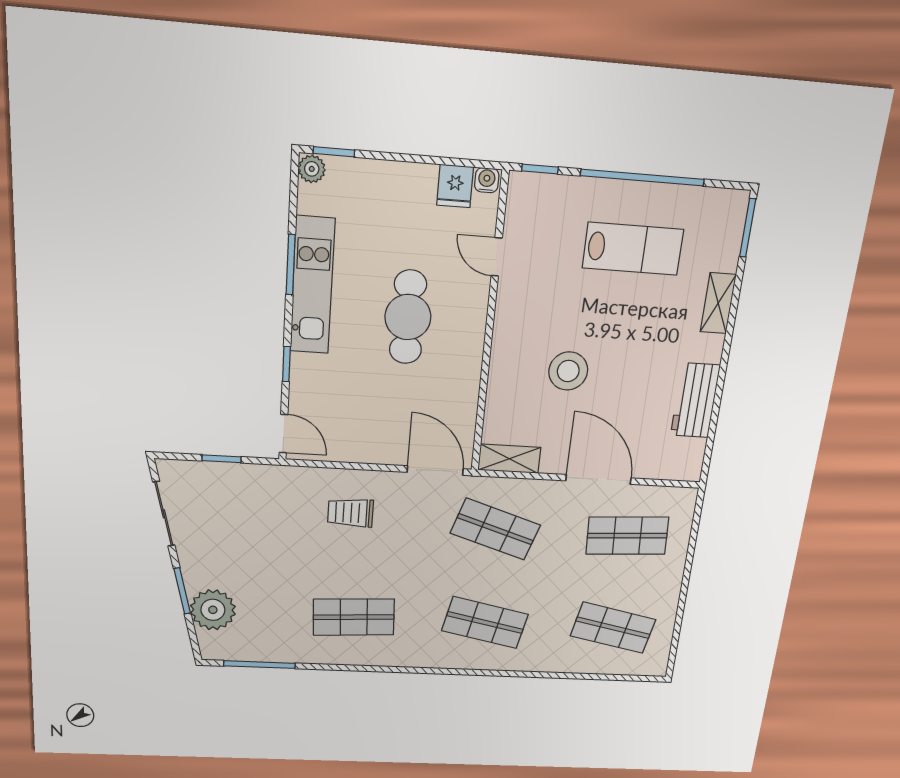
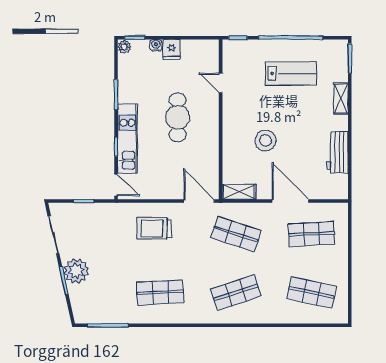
water cooler: (487, 180) -> (156, 45), moved
fridge: (455, 186) -> (171, 49), moved
kitchen unit: (312, 286) -> (127, 139), moved
trolley: (350, 513) -> (154, 228), width x1.36, depth x1.39
plant: (213, 610) -> (76, 271), moved
shop shelf: (485, 622) -> (236, 292), turned -30

